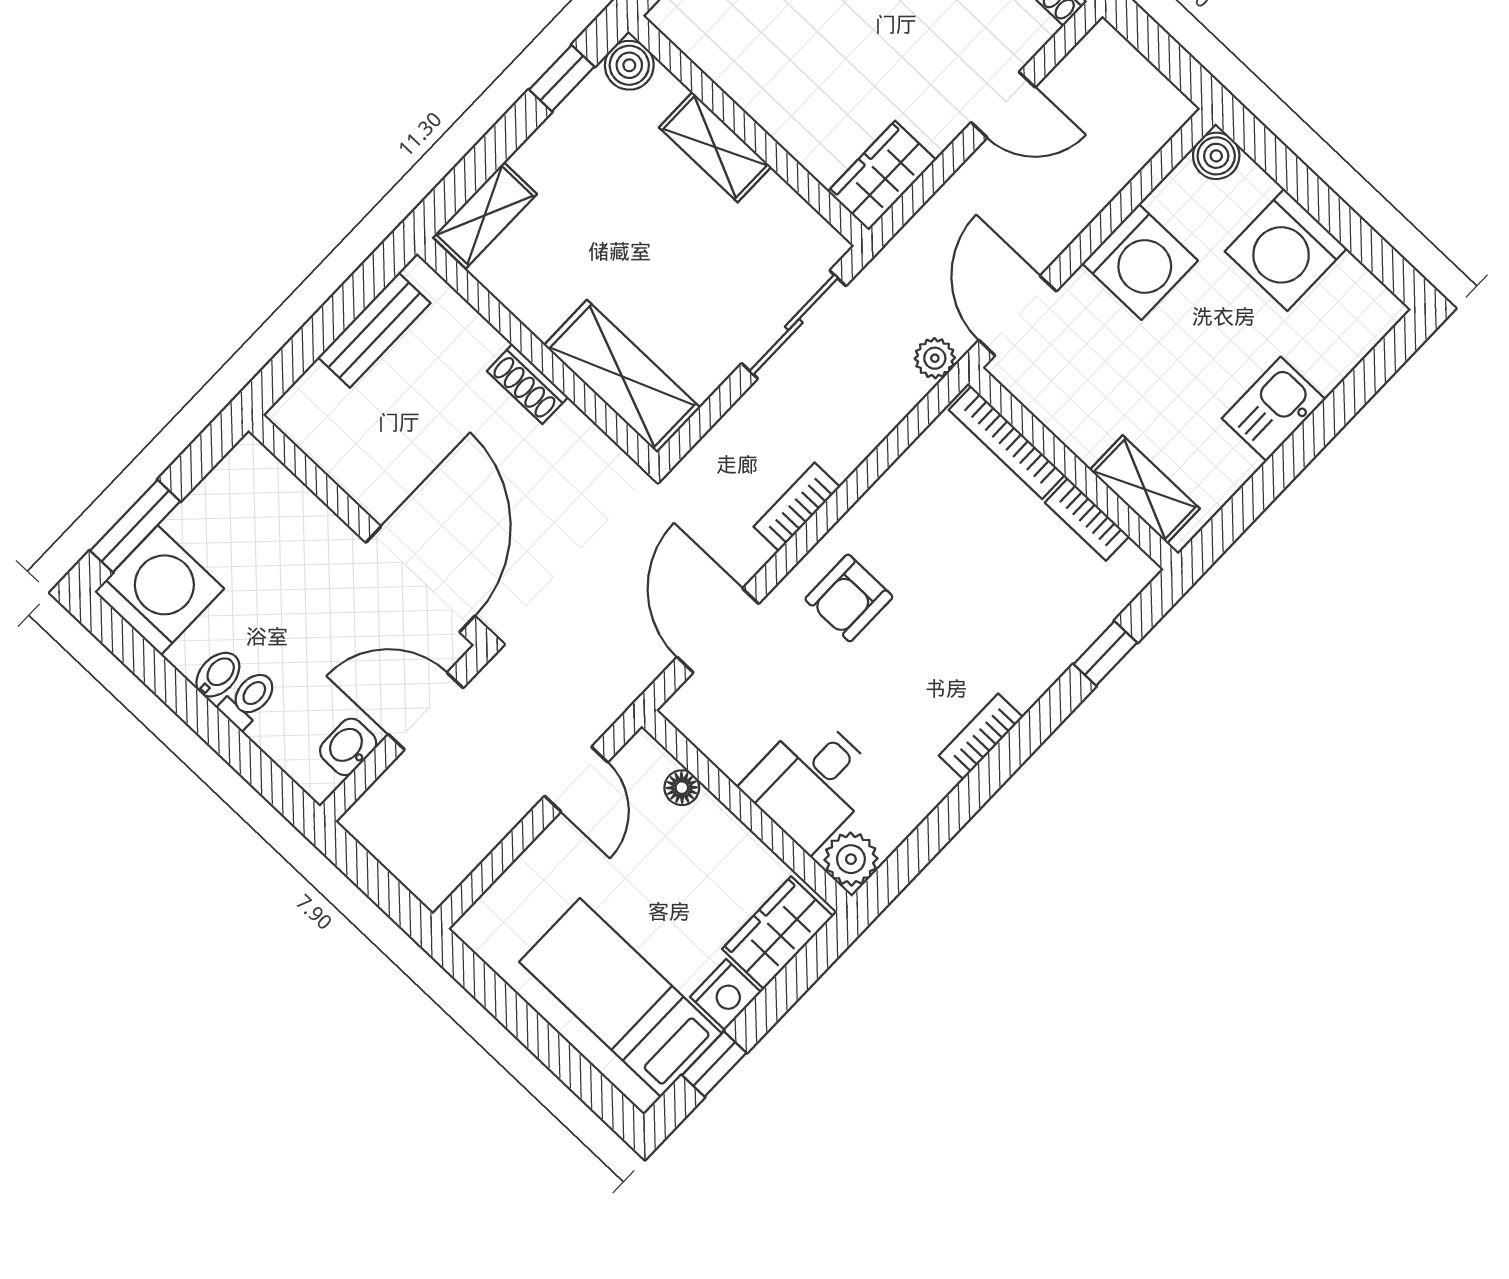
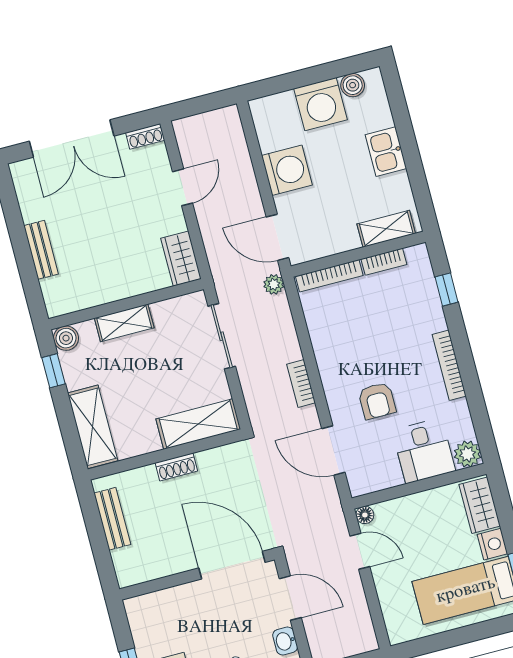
boiler: (1216, 156) -> (353, 85), moved
shelving: (485, 215) -> (93, 427), width x1.50, depth x1.33
armchair: (849, 598) -> (377, 401), moved
door: (426, 711) -> (290, 598), swing flipped
bookcase: (981, 736) -> (449, 365), width x1.56
floor lamp: (682, 788) -> (365, 515), moved

